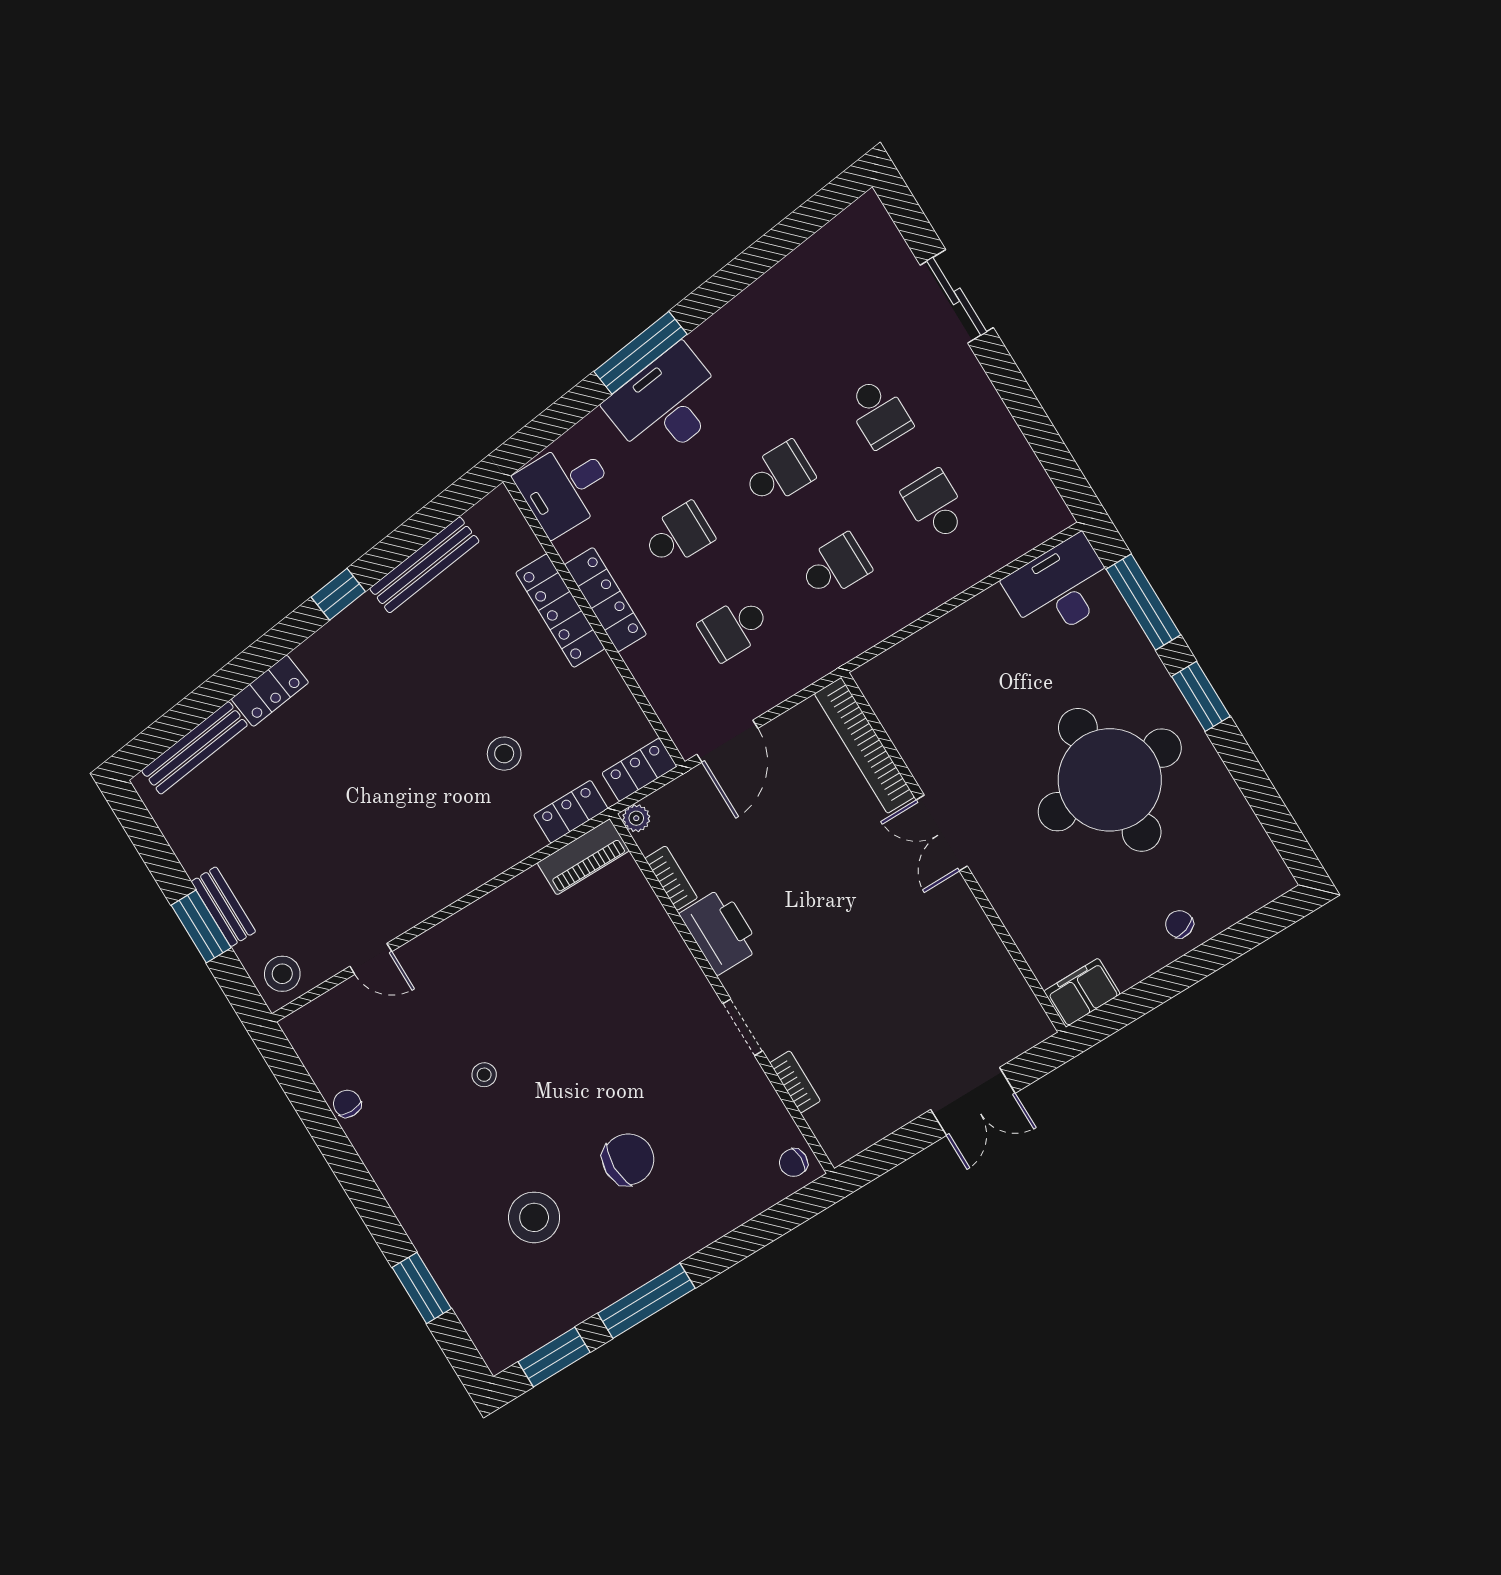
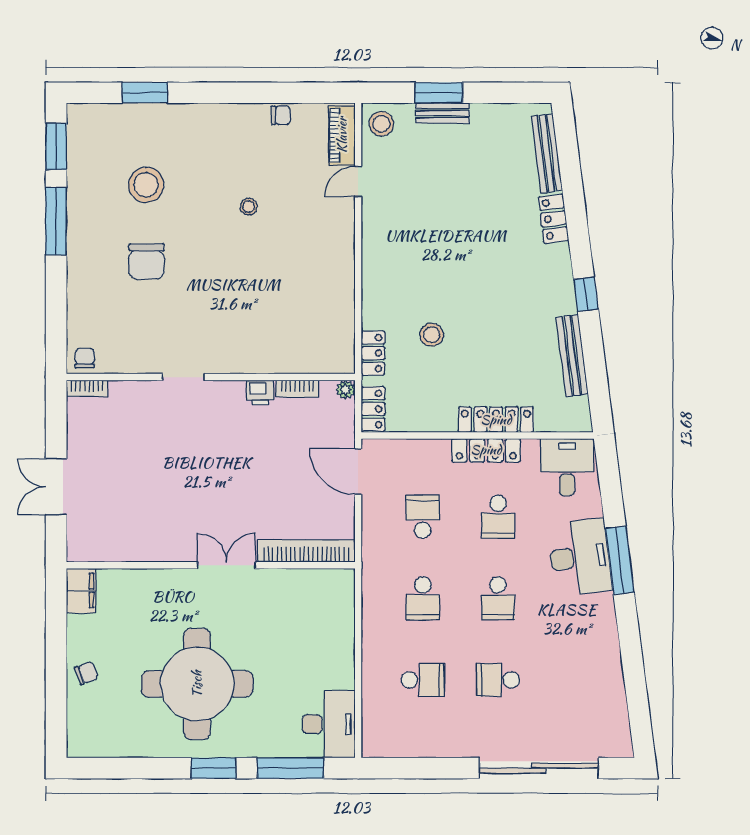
sliding door: (957, 296) -> (539, 768), width x1.86
piano: (583, 857) -> (342, 135), moved
printer: (720, 931) -> (260, 393), width x0.53, depth x0.68
bookcase: (795, 1082) -> (87, 388), moved

